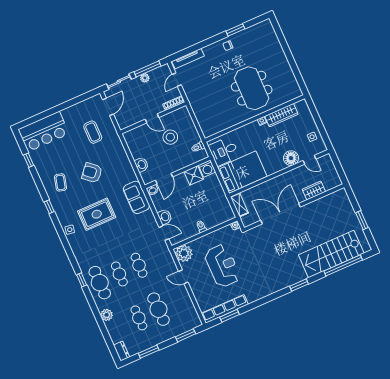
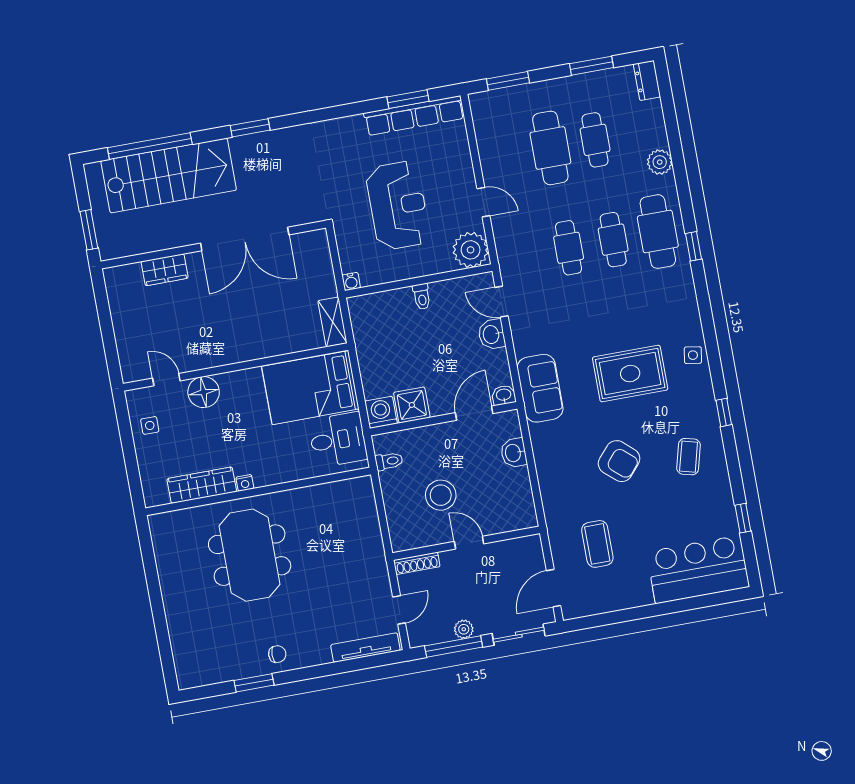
wardrobe: (314, 191) -> (165, 270), moved
wall: (294, 208) -> (213, 245), moved
double door: (280, 214) -> (245, 239), moved
reception desk: (222, 266) -> (398, 205), turned 180

